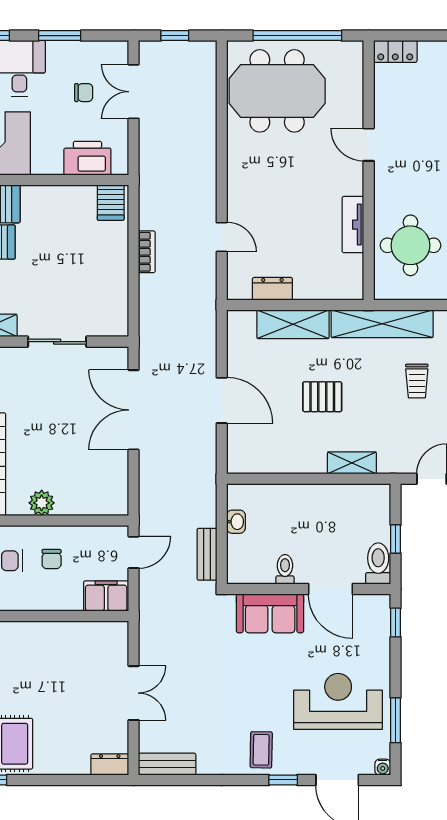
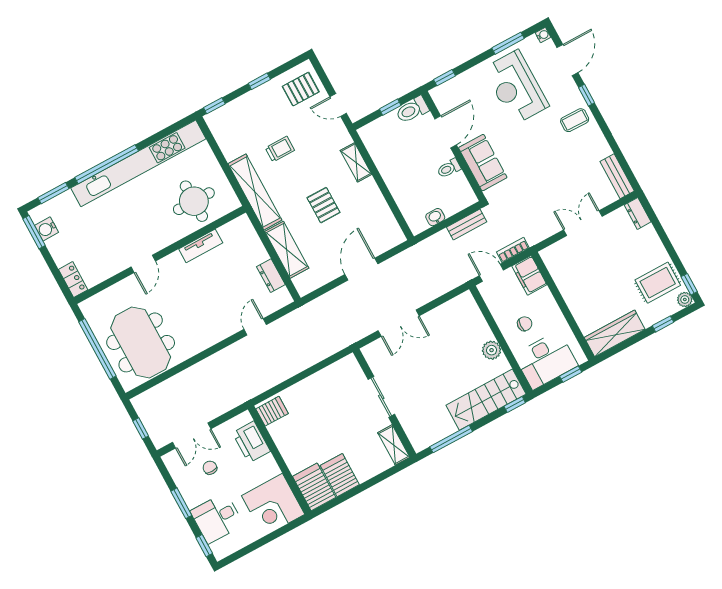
bookcase: (147, 252) -> (513, 250), moved
double door: (134, 410) -> (399, 323), width x0.73

